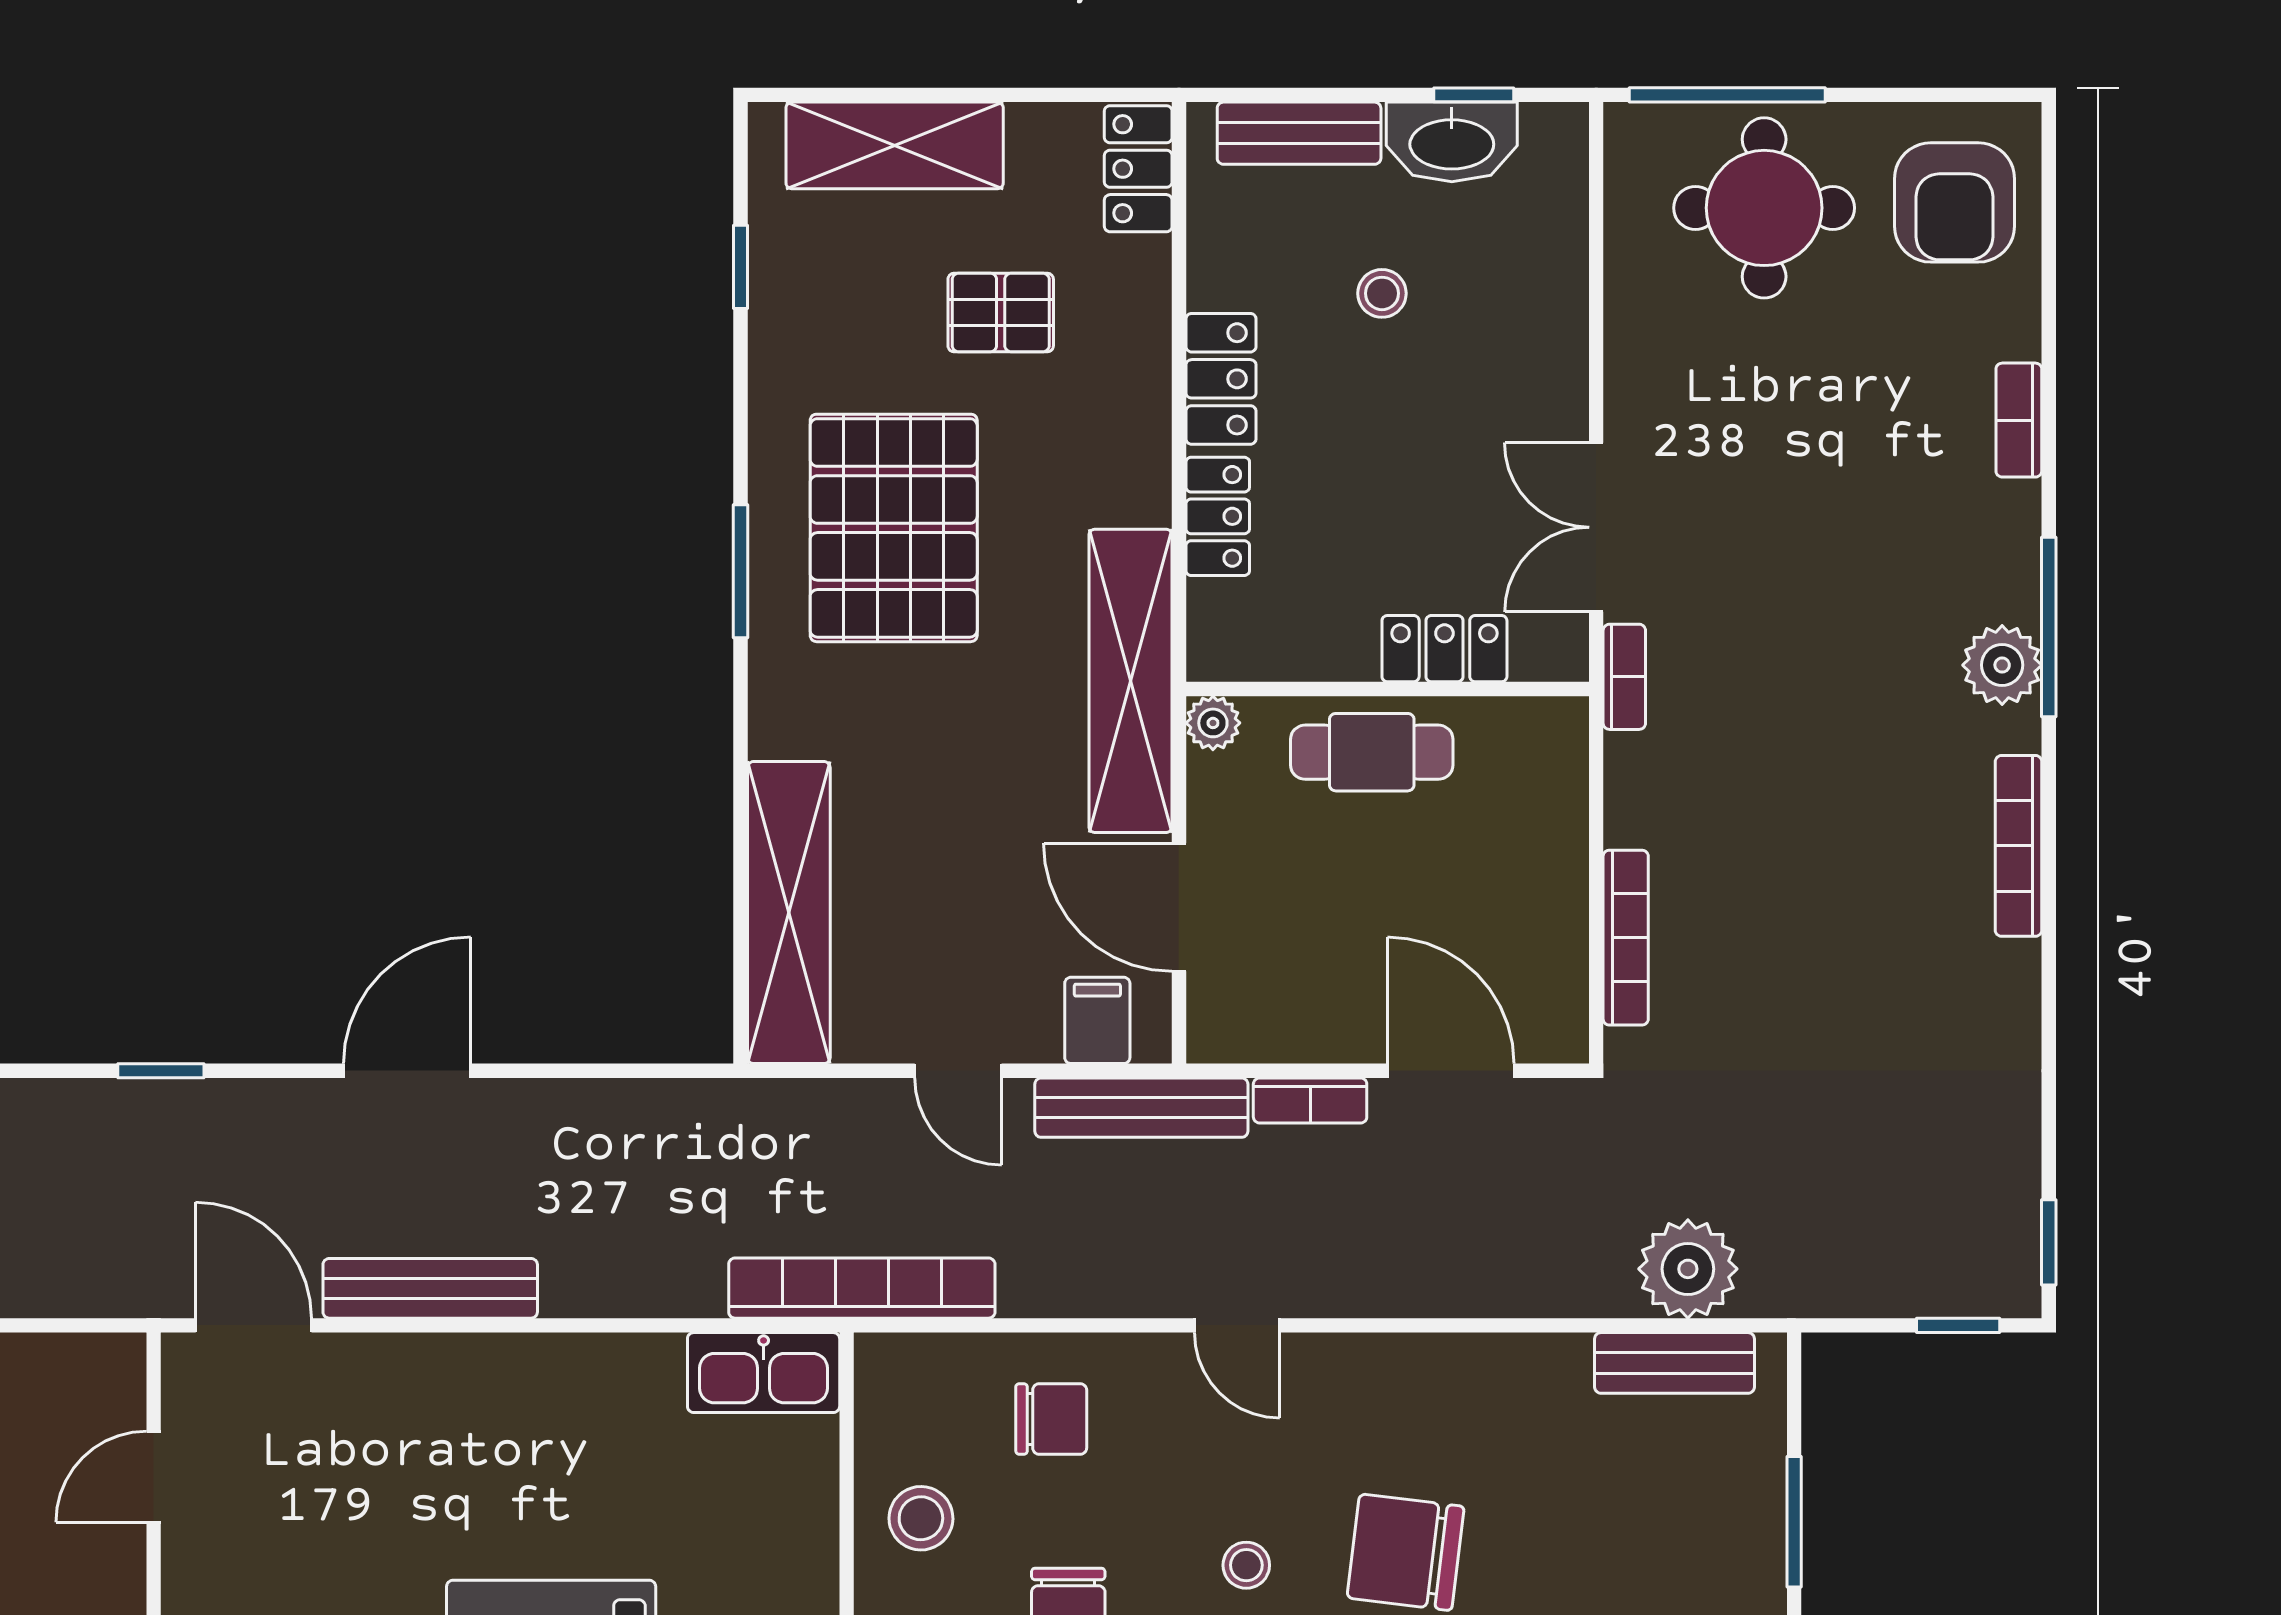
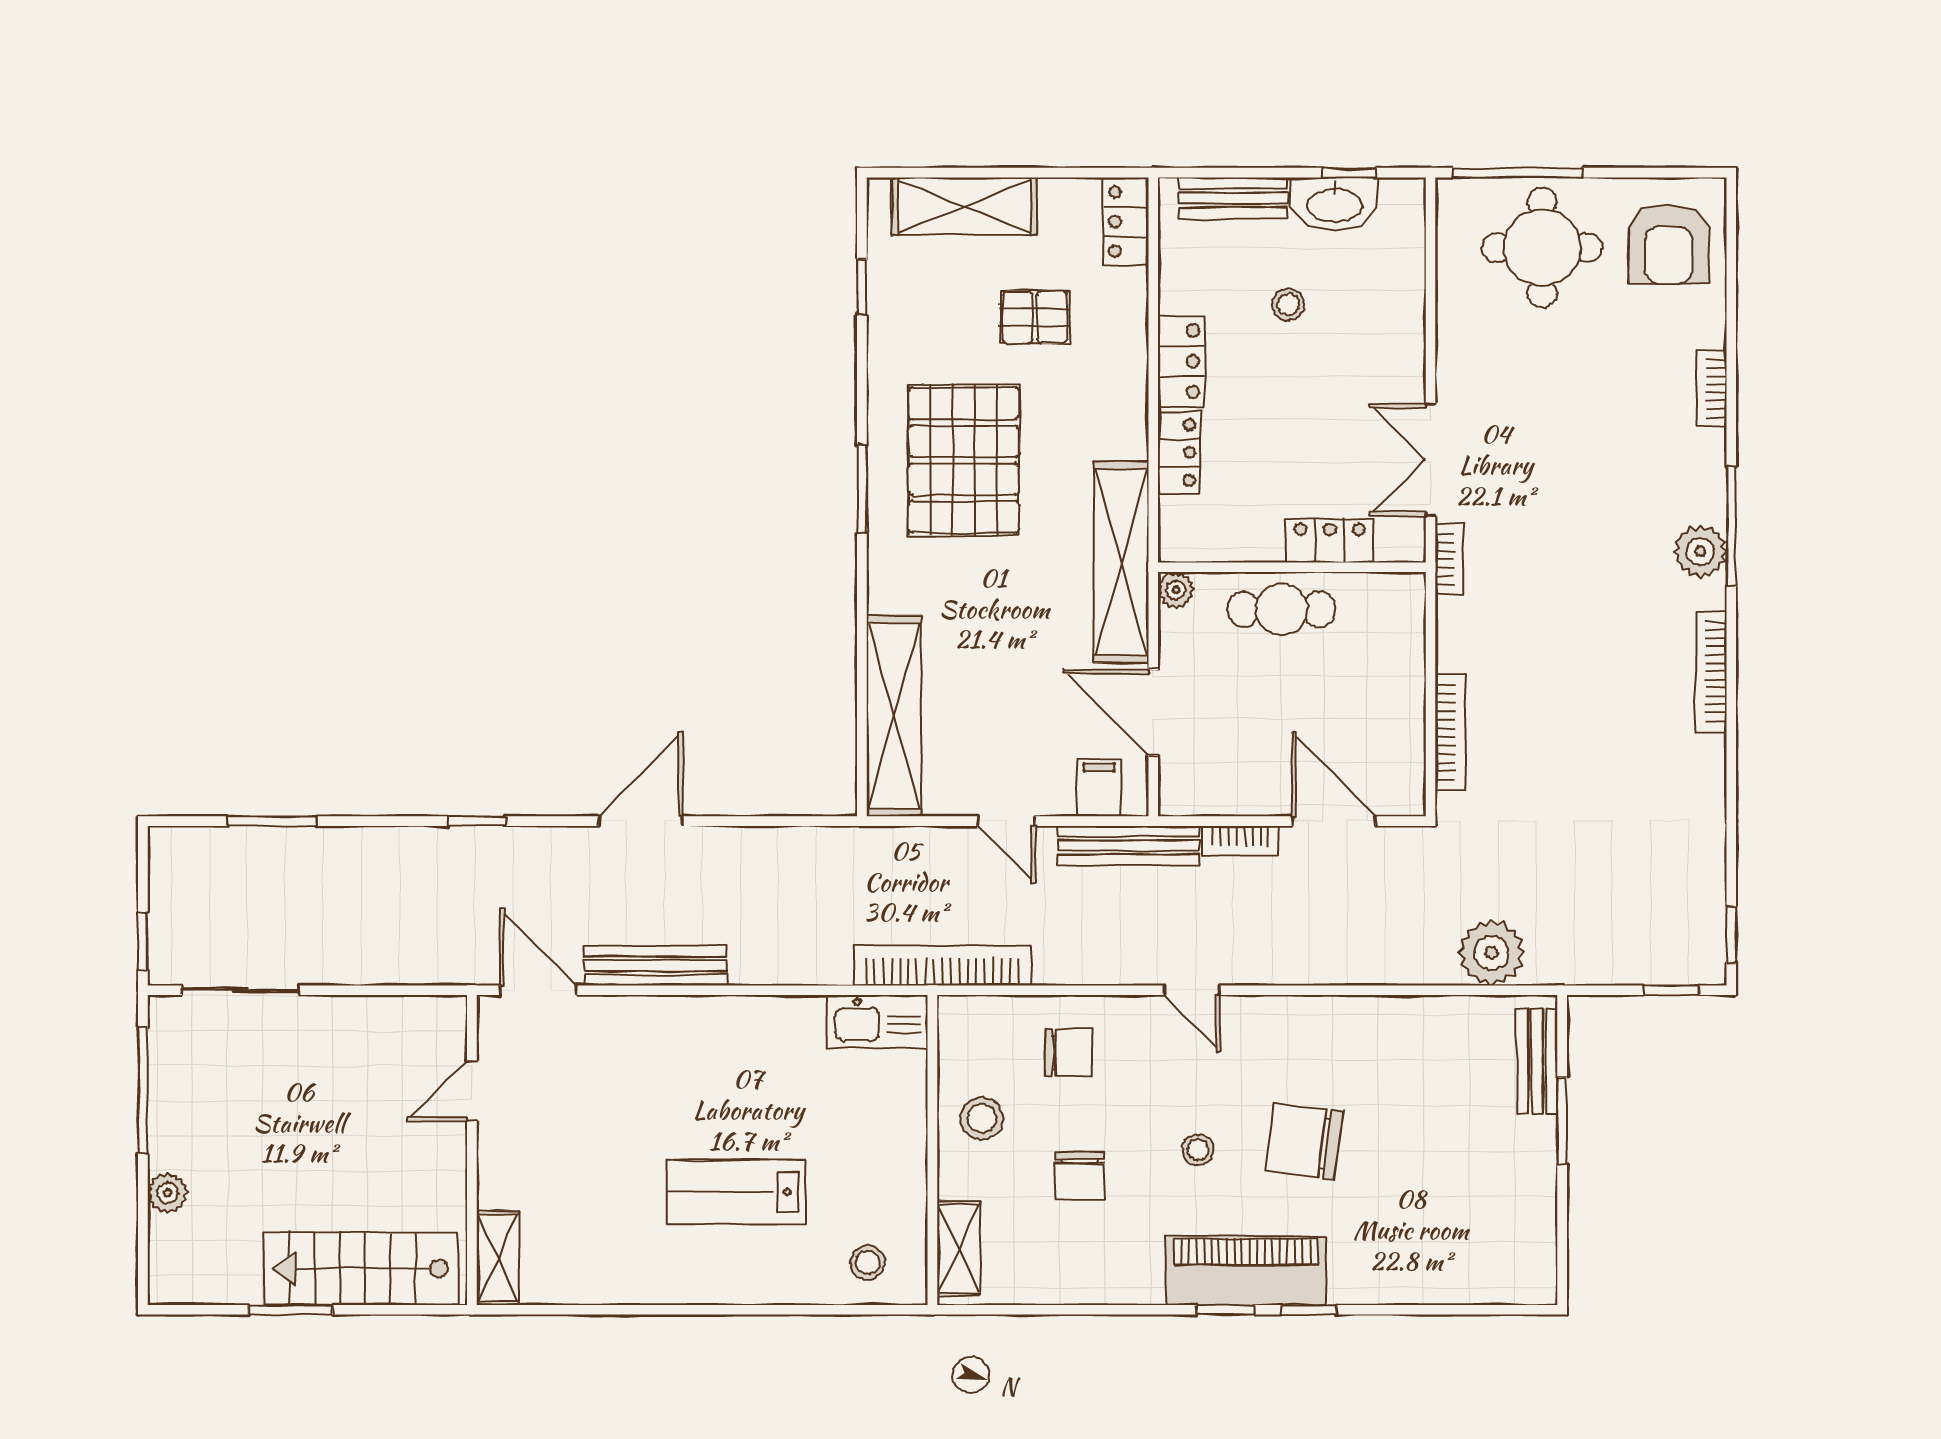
bench: (1674, 1363) -> (1537, 1061), moved, turned 90

